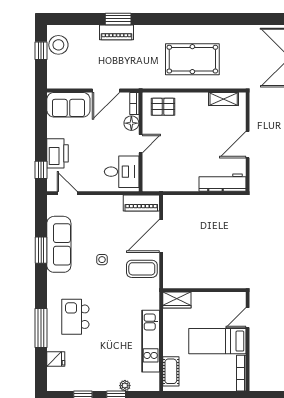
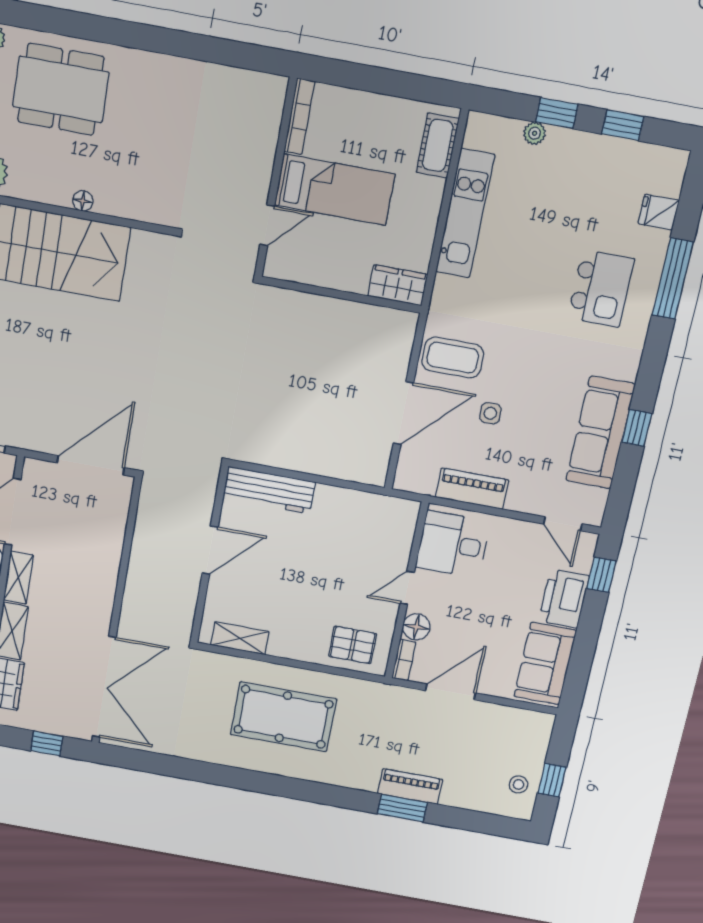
stool: (58, 45) -> (519, 784), width x0.53, depth x0.53
sofa: (68, 105) -> (545, 664), moved, turned -90
piano: (141, 203) -> (472, 489), moved
window: (41, 250) -> (637, 428), width x0.67
side table: (102, 260) -> (490, 413), moved

